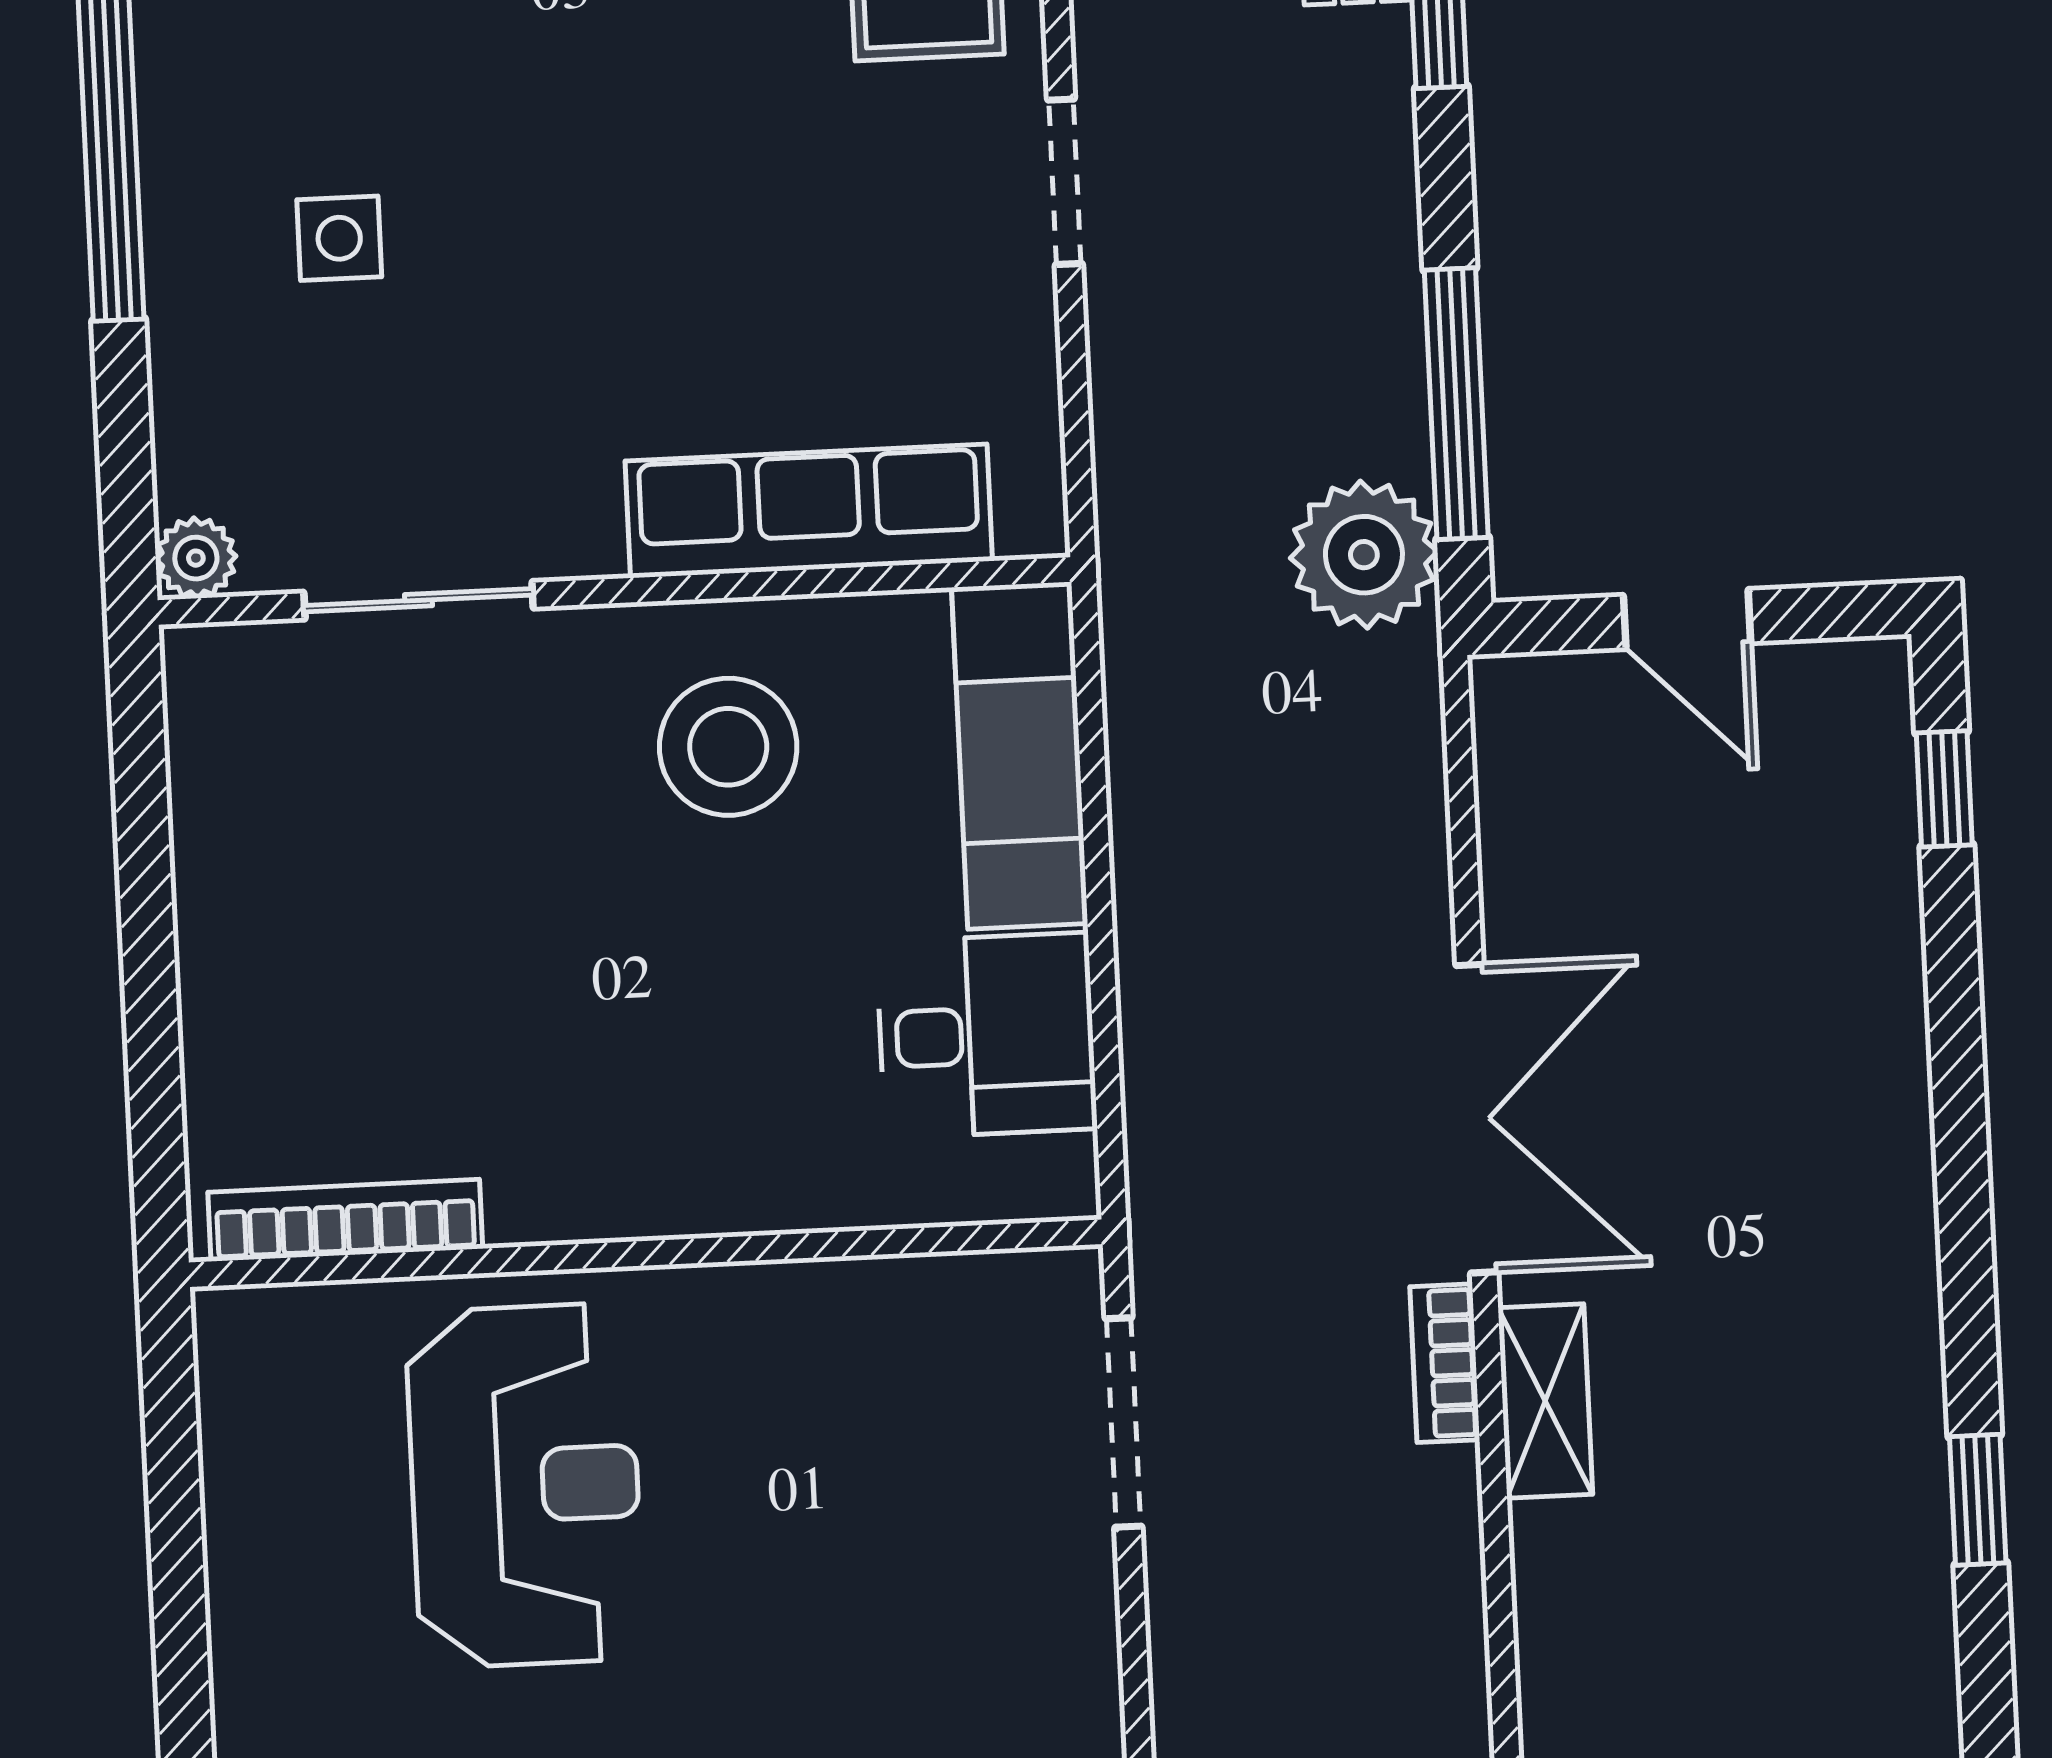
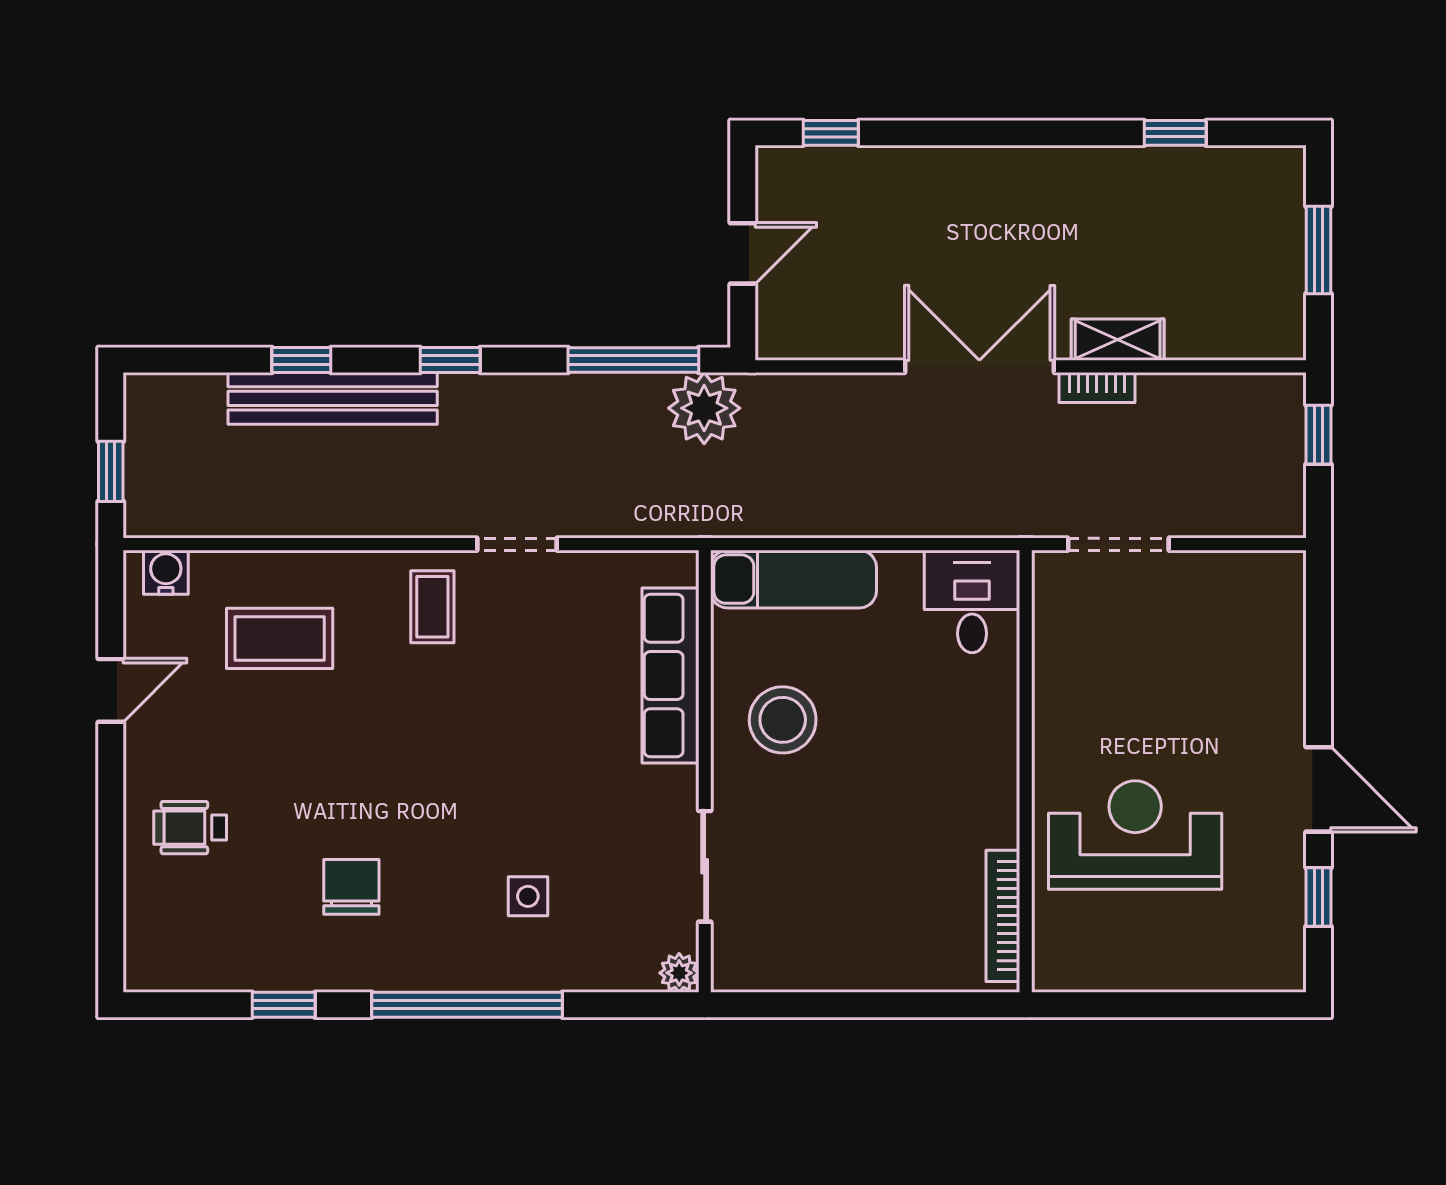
desk: (987, 1035) -> (972, 602), moved

